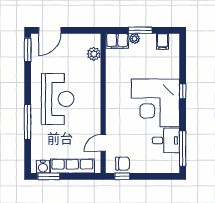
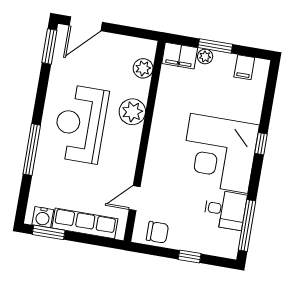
plant: (92, 85) -> (132, 112), added
reception desk: (58, 99) -> (80, 124), turned 180
window: (122, 176) -> (190, 256), moved

